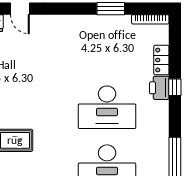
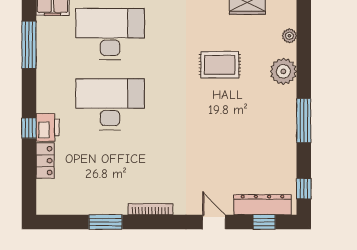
bookcase: (150, 19) -> (150, 209), moved

